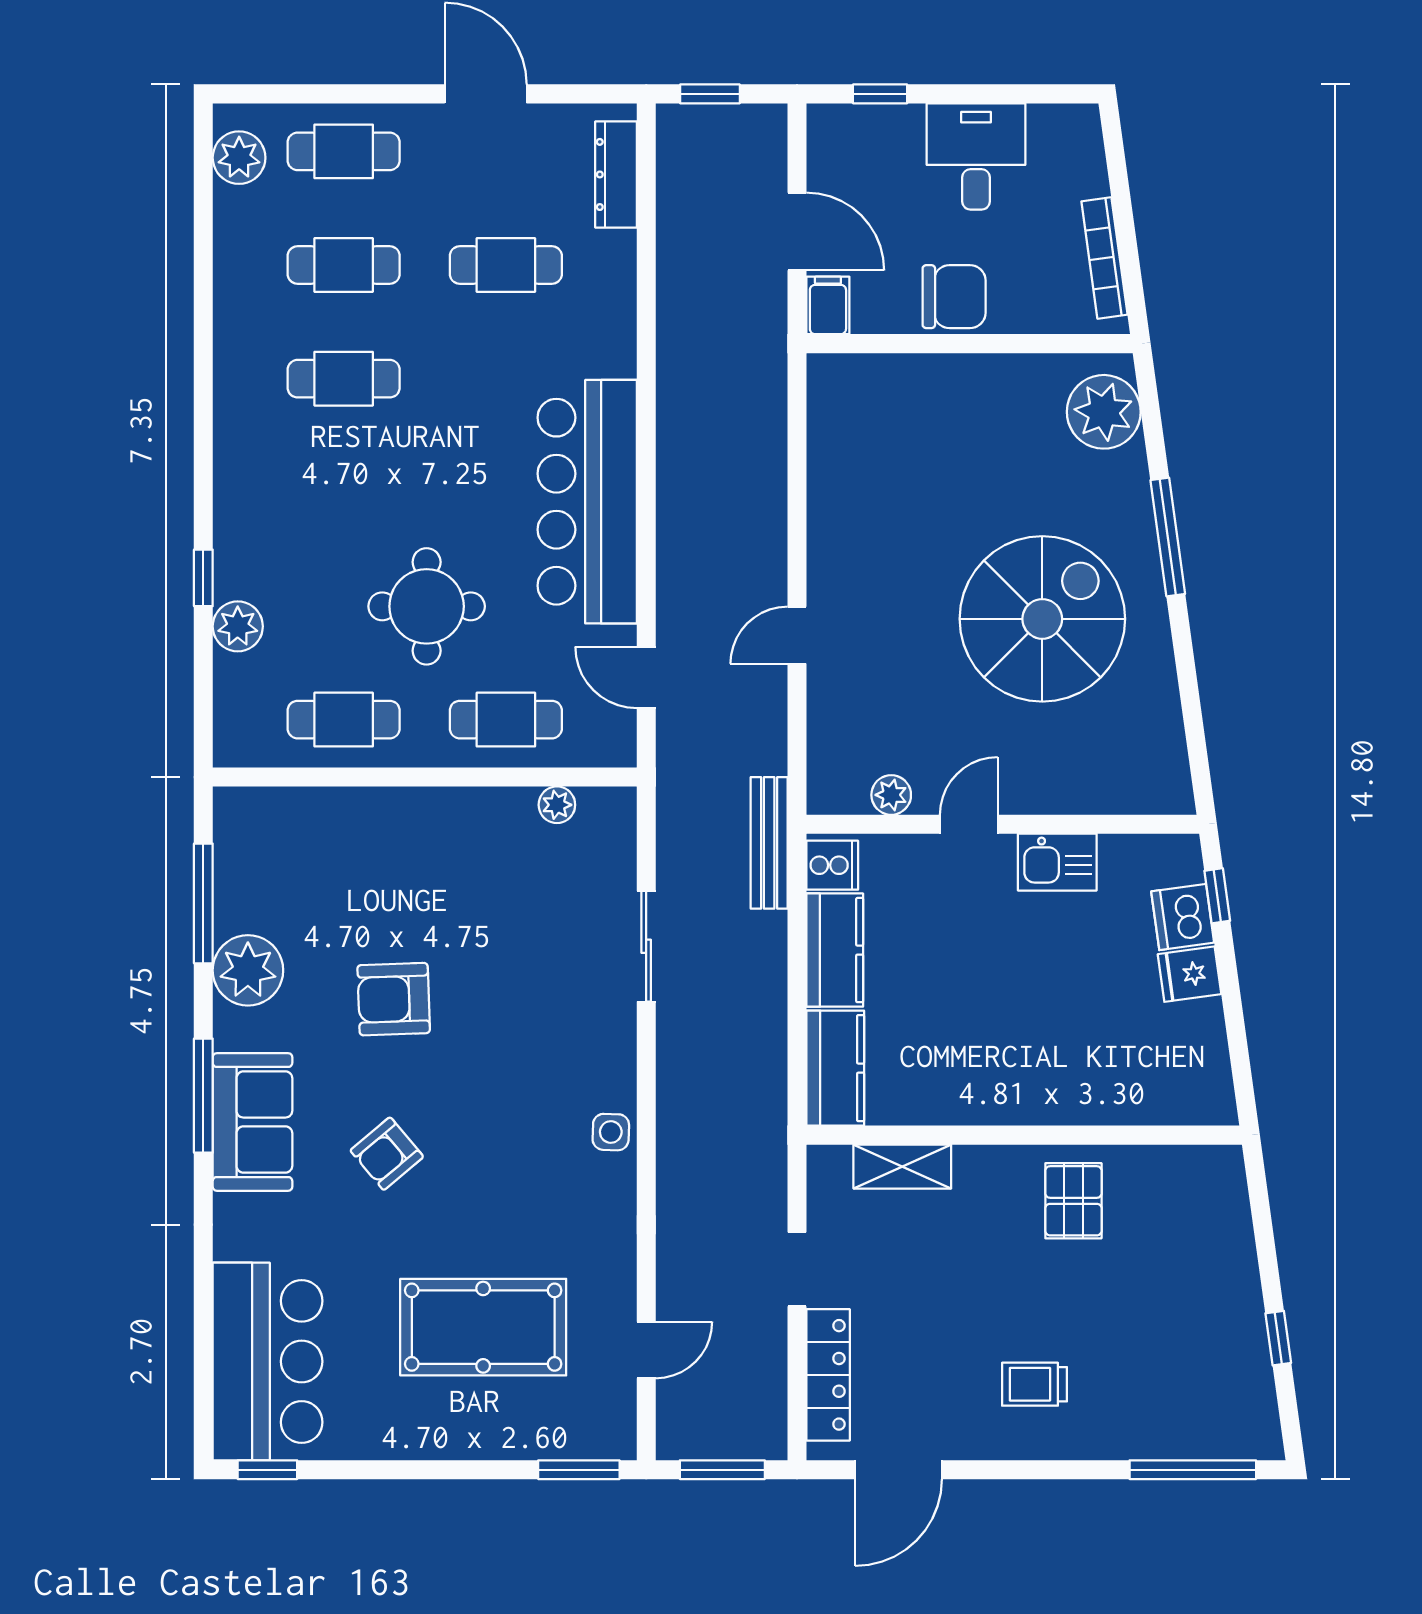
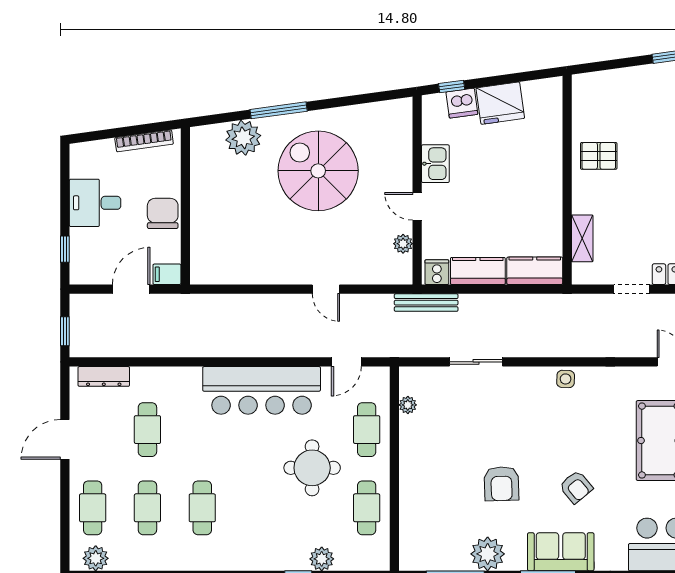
plant: (1104, 412) -> (243, 138), moved
fridge: (1189, 974) -> (500, 103), width x1.88, depth x1.34

